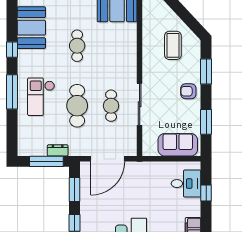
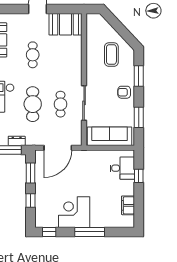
sofa: (178, 145) -> (110, 136), width x1.36

